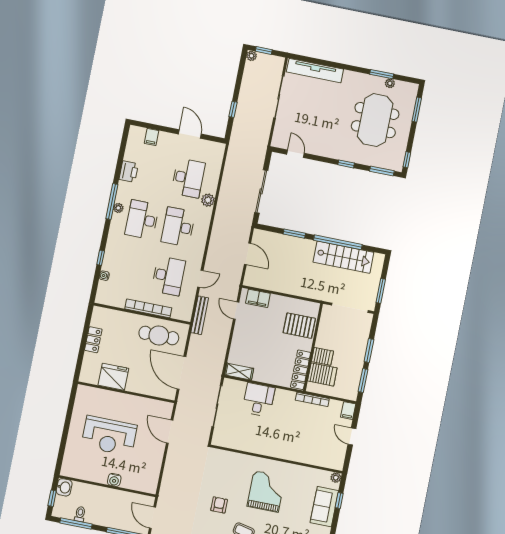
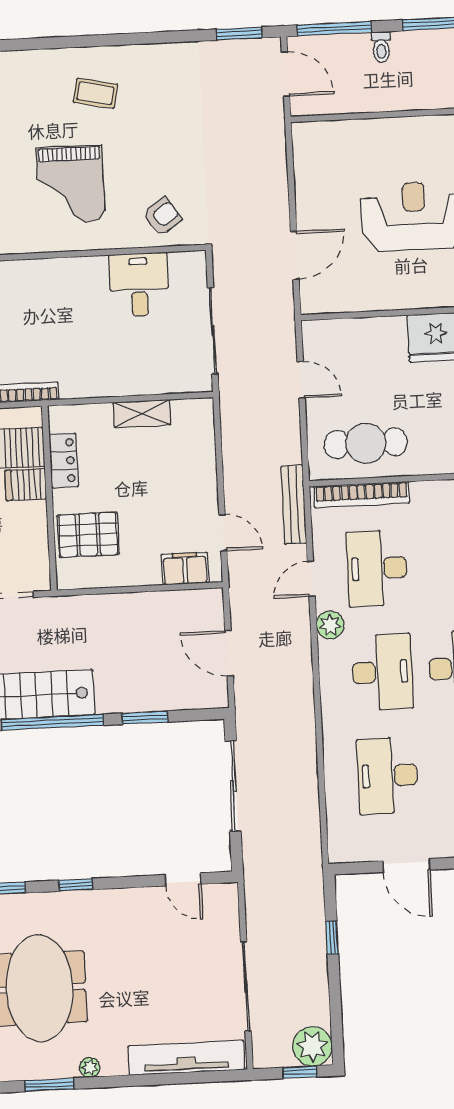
plant: (251, 56) -> (312, 1046), width x1.87, depth x1.87
plant: (390, 83) -> (90, 1067), moved
plant: (208, 200) -> (330, 625), moved
bookcase: (148, 308) -> (362, 495), moved
locker: (301, 370) -> (64, 460), width x0.66
shelving: (239, 372) -> (142, 414), moved
door: (181, 373) -> (301, 380), width x0.53
desk: (259, 400) -> (139, 285), moved, turned 180
door: (170, 432) -> (295, 255), hinge flipped
water cooler: (114, 480) -> (382, 130), removed
armchair: (219, 505) -> (162, 217), moved, turned -125
toilet: (80, 514) -> (381, 47), moved

